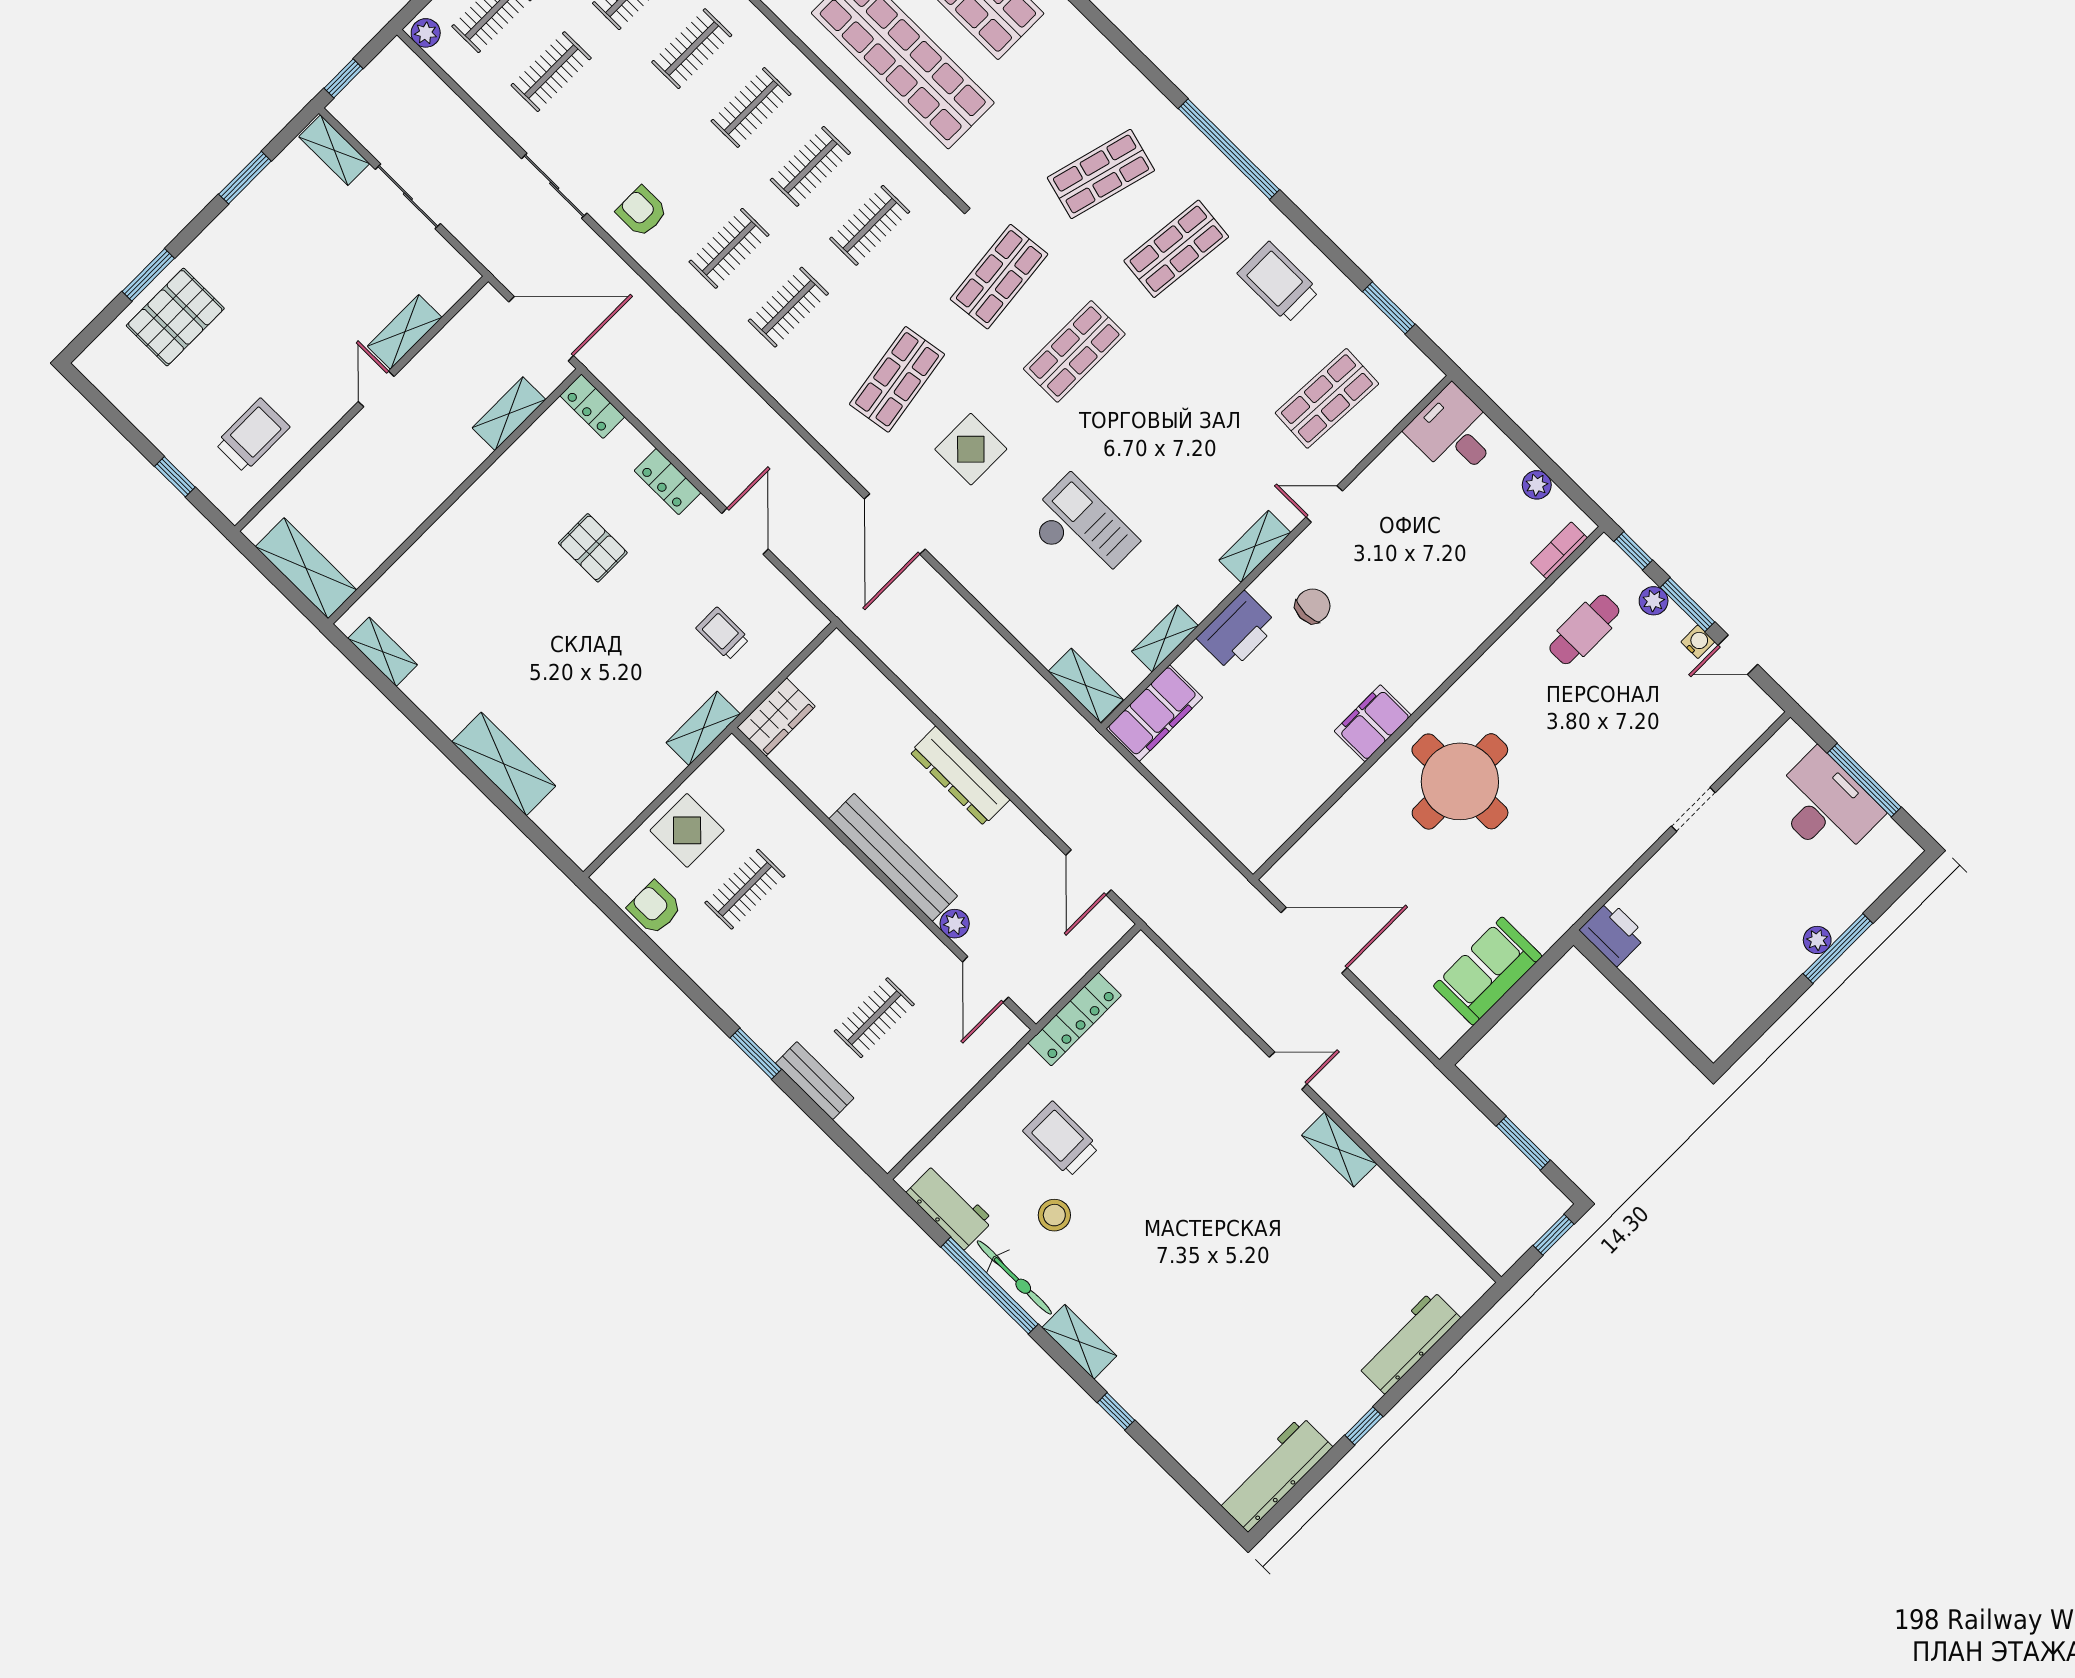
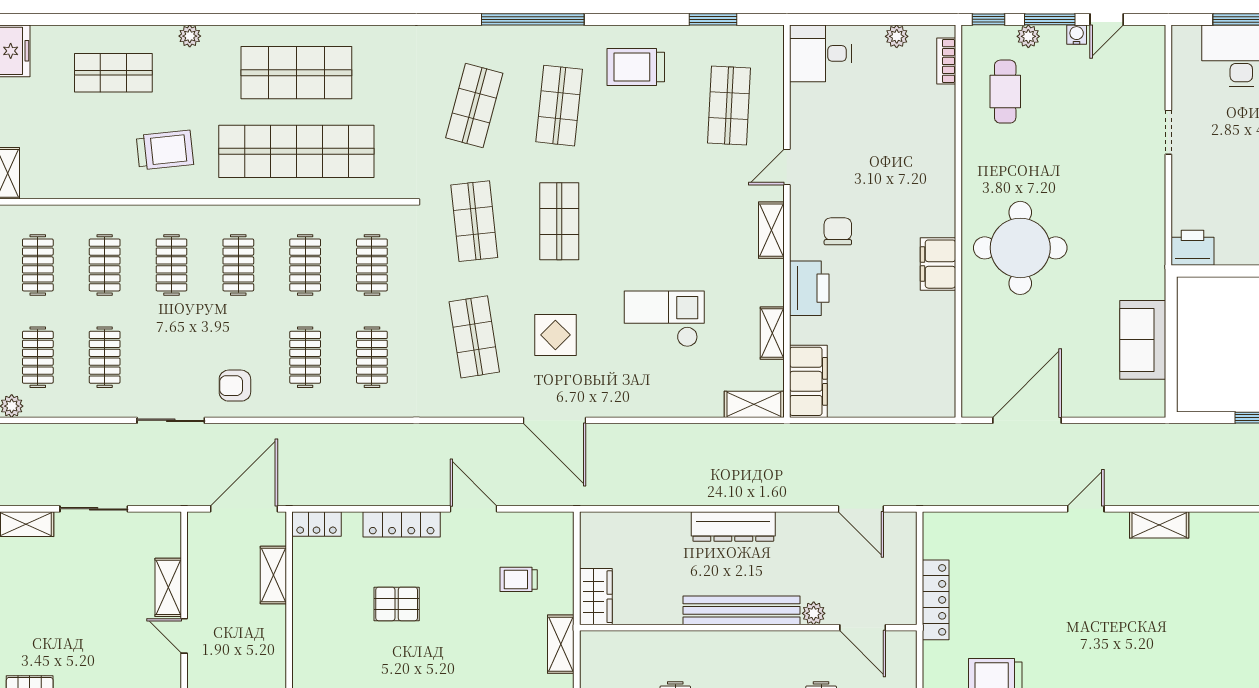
locker: (667, 482) -> (402, 524), width x1.53

